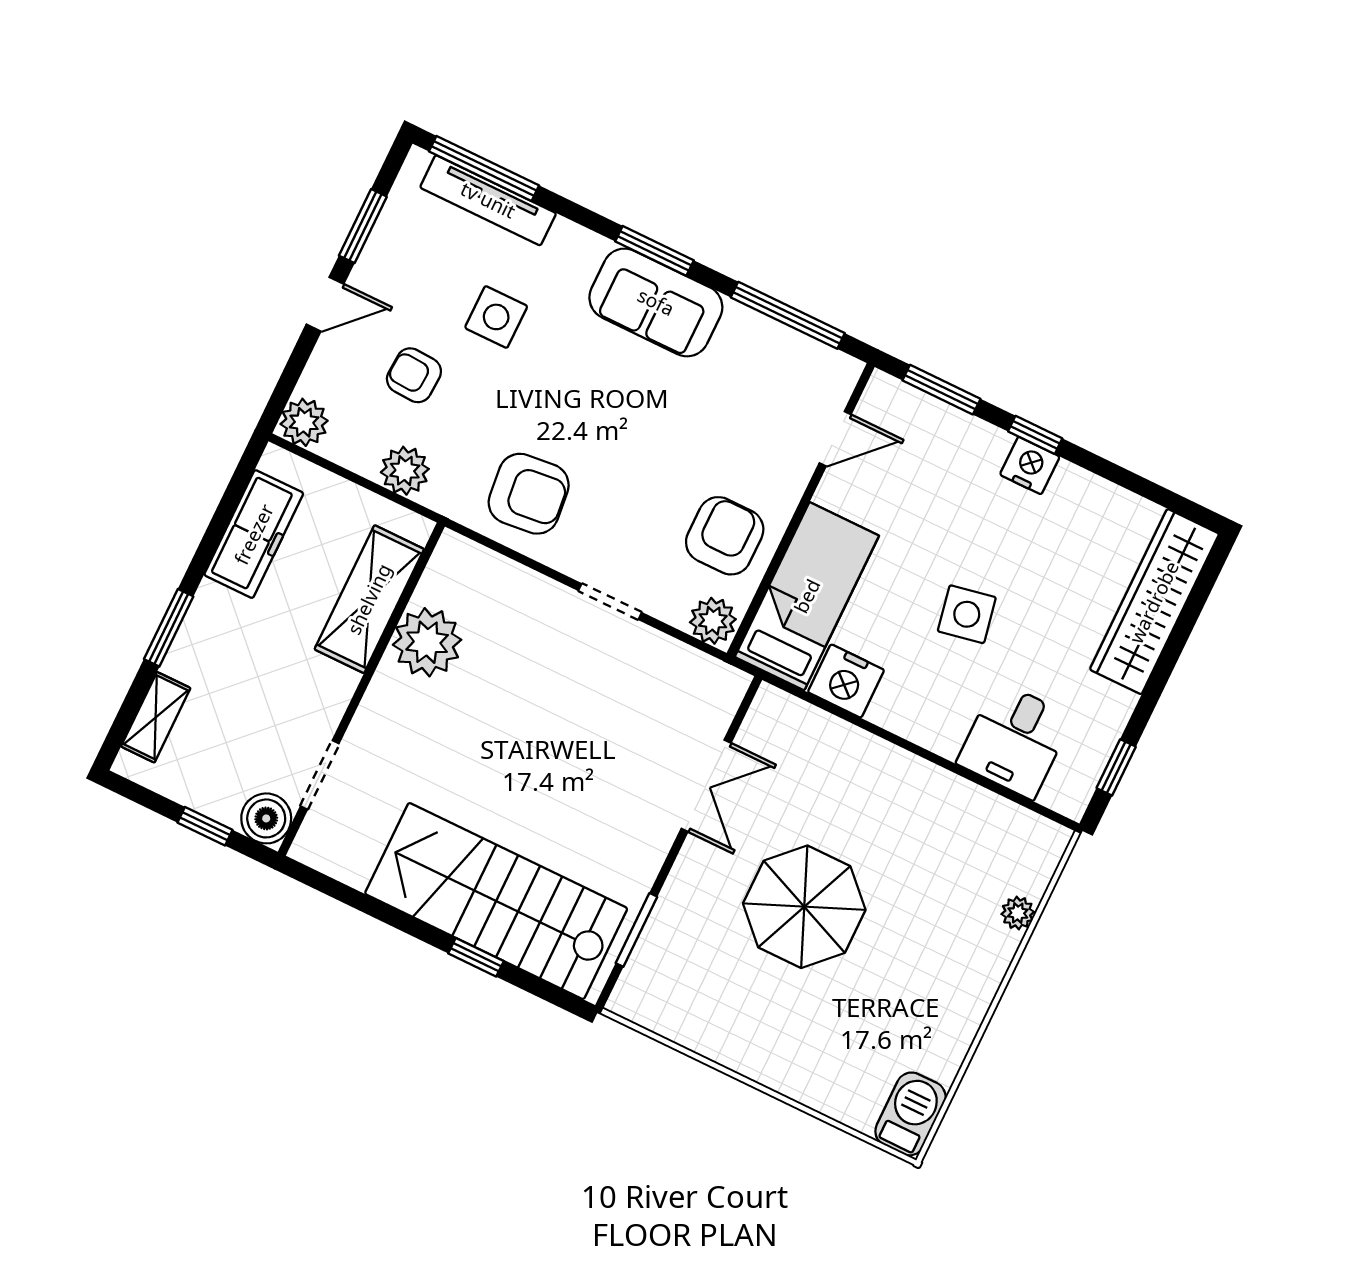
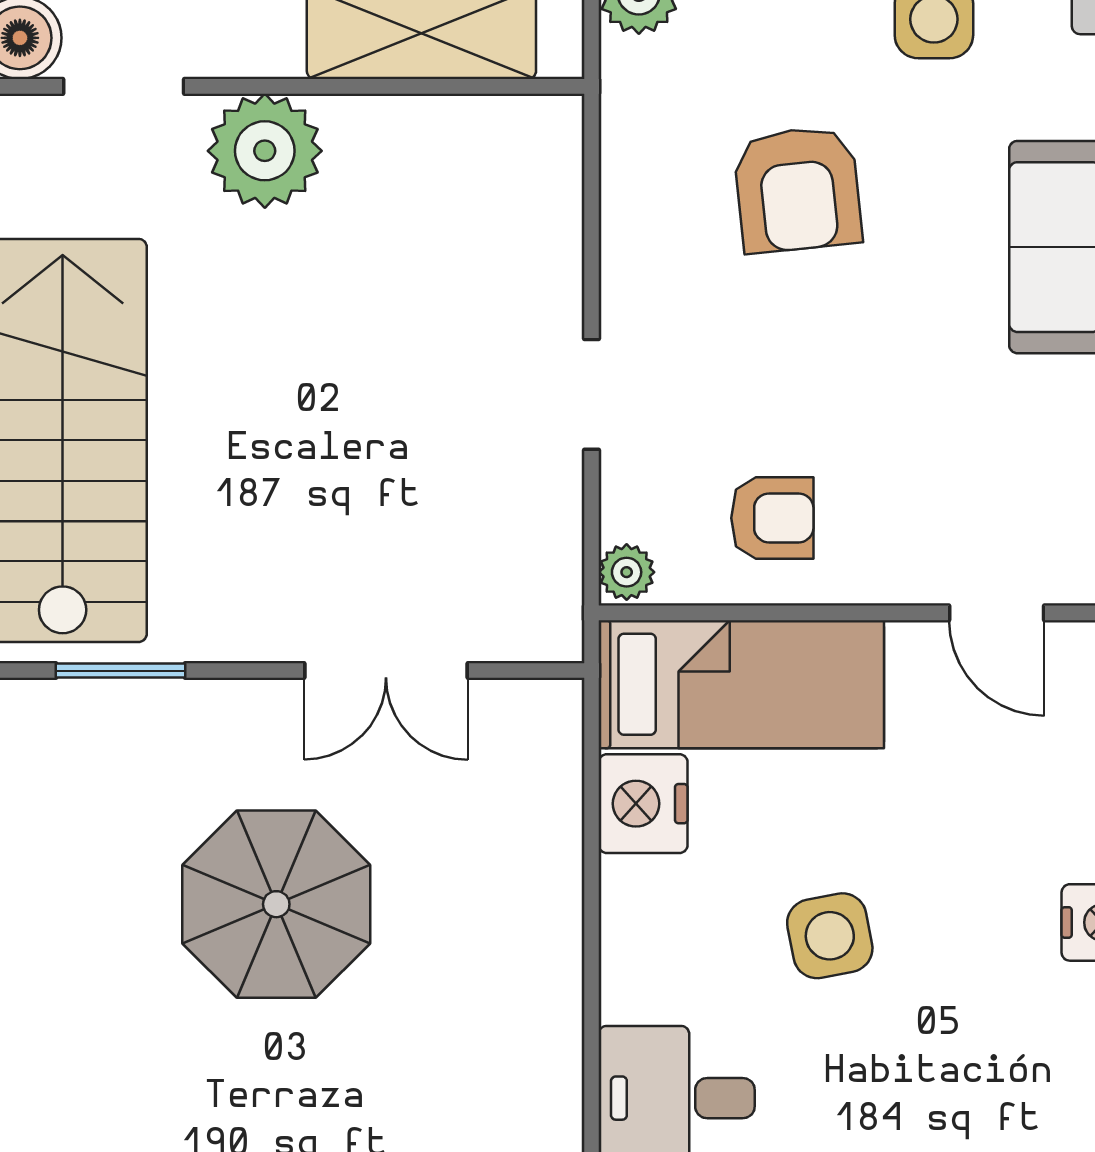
armchair: (529, 494) -> (798, 189), moved
armchair: (725, 536) -> (772, 518), width x0.72, depth x0.72
plant: (713, 621) -> (627, 572), width x0.73, depth x0.73
plant: (427, 642) -> (265, 151), moved

